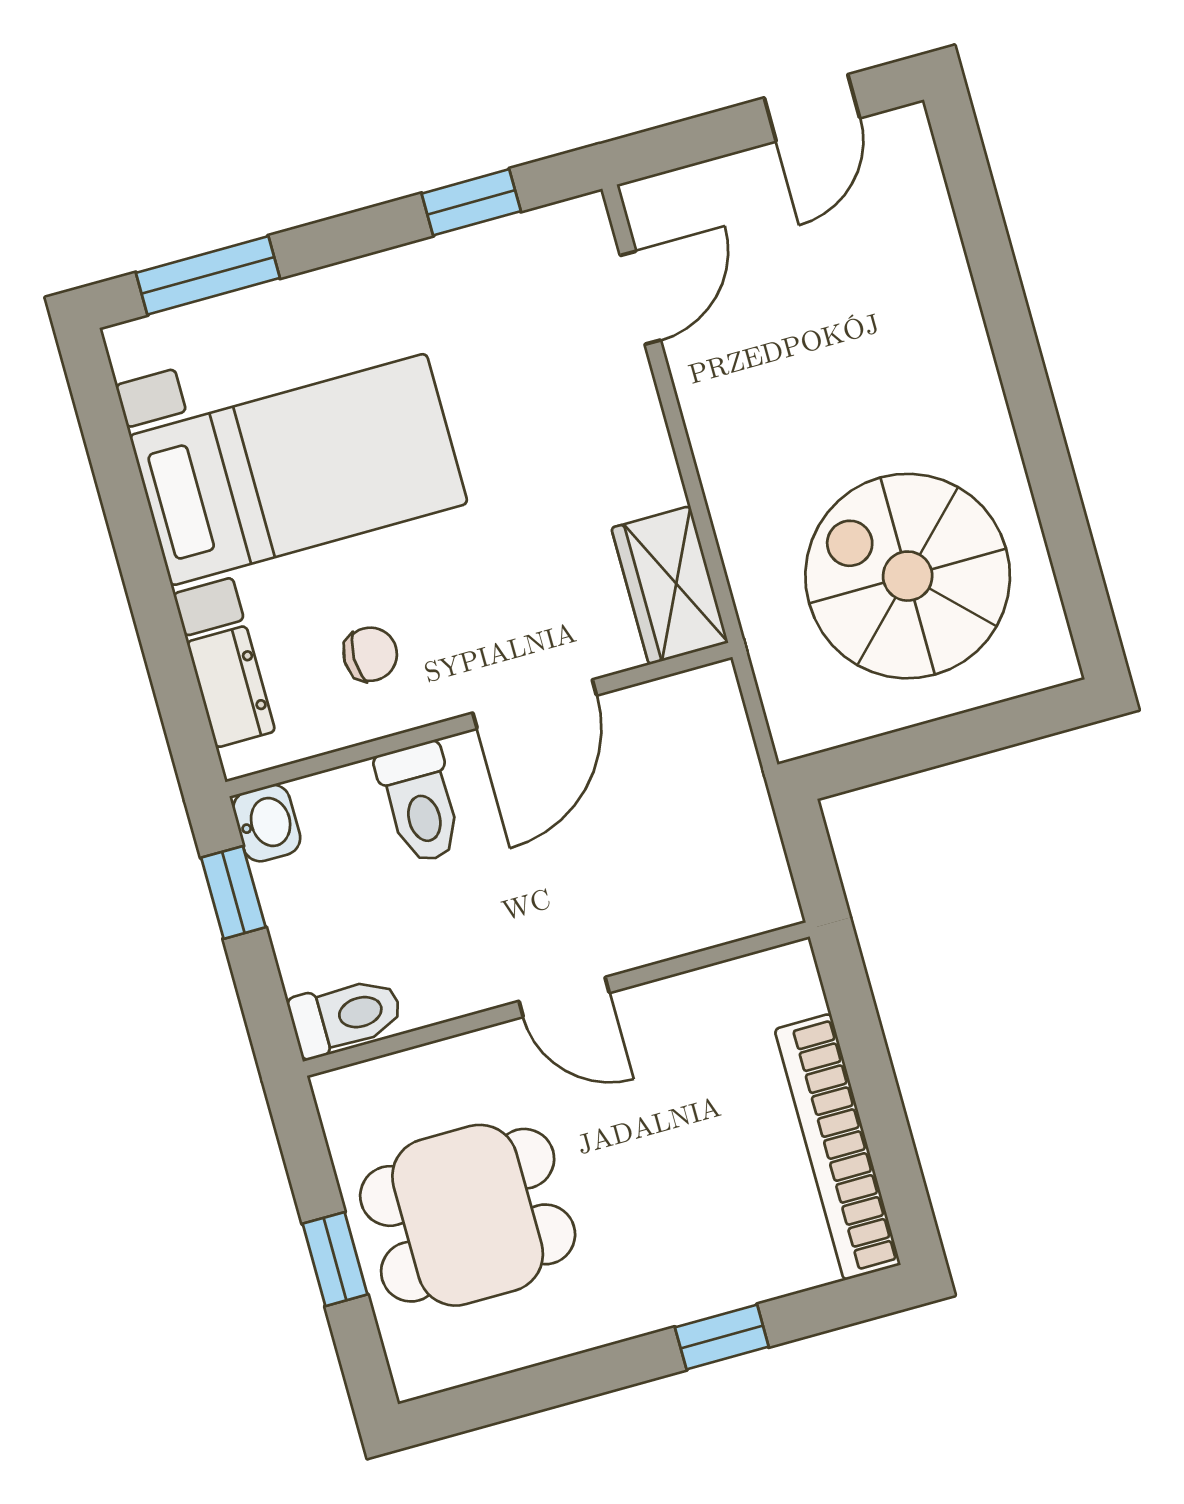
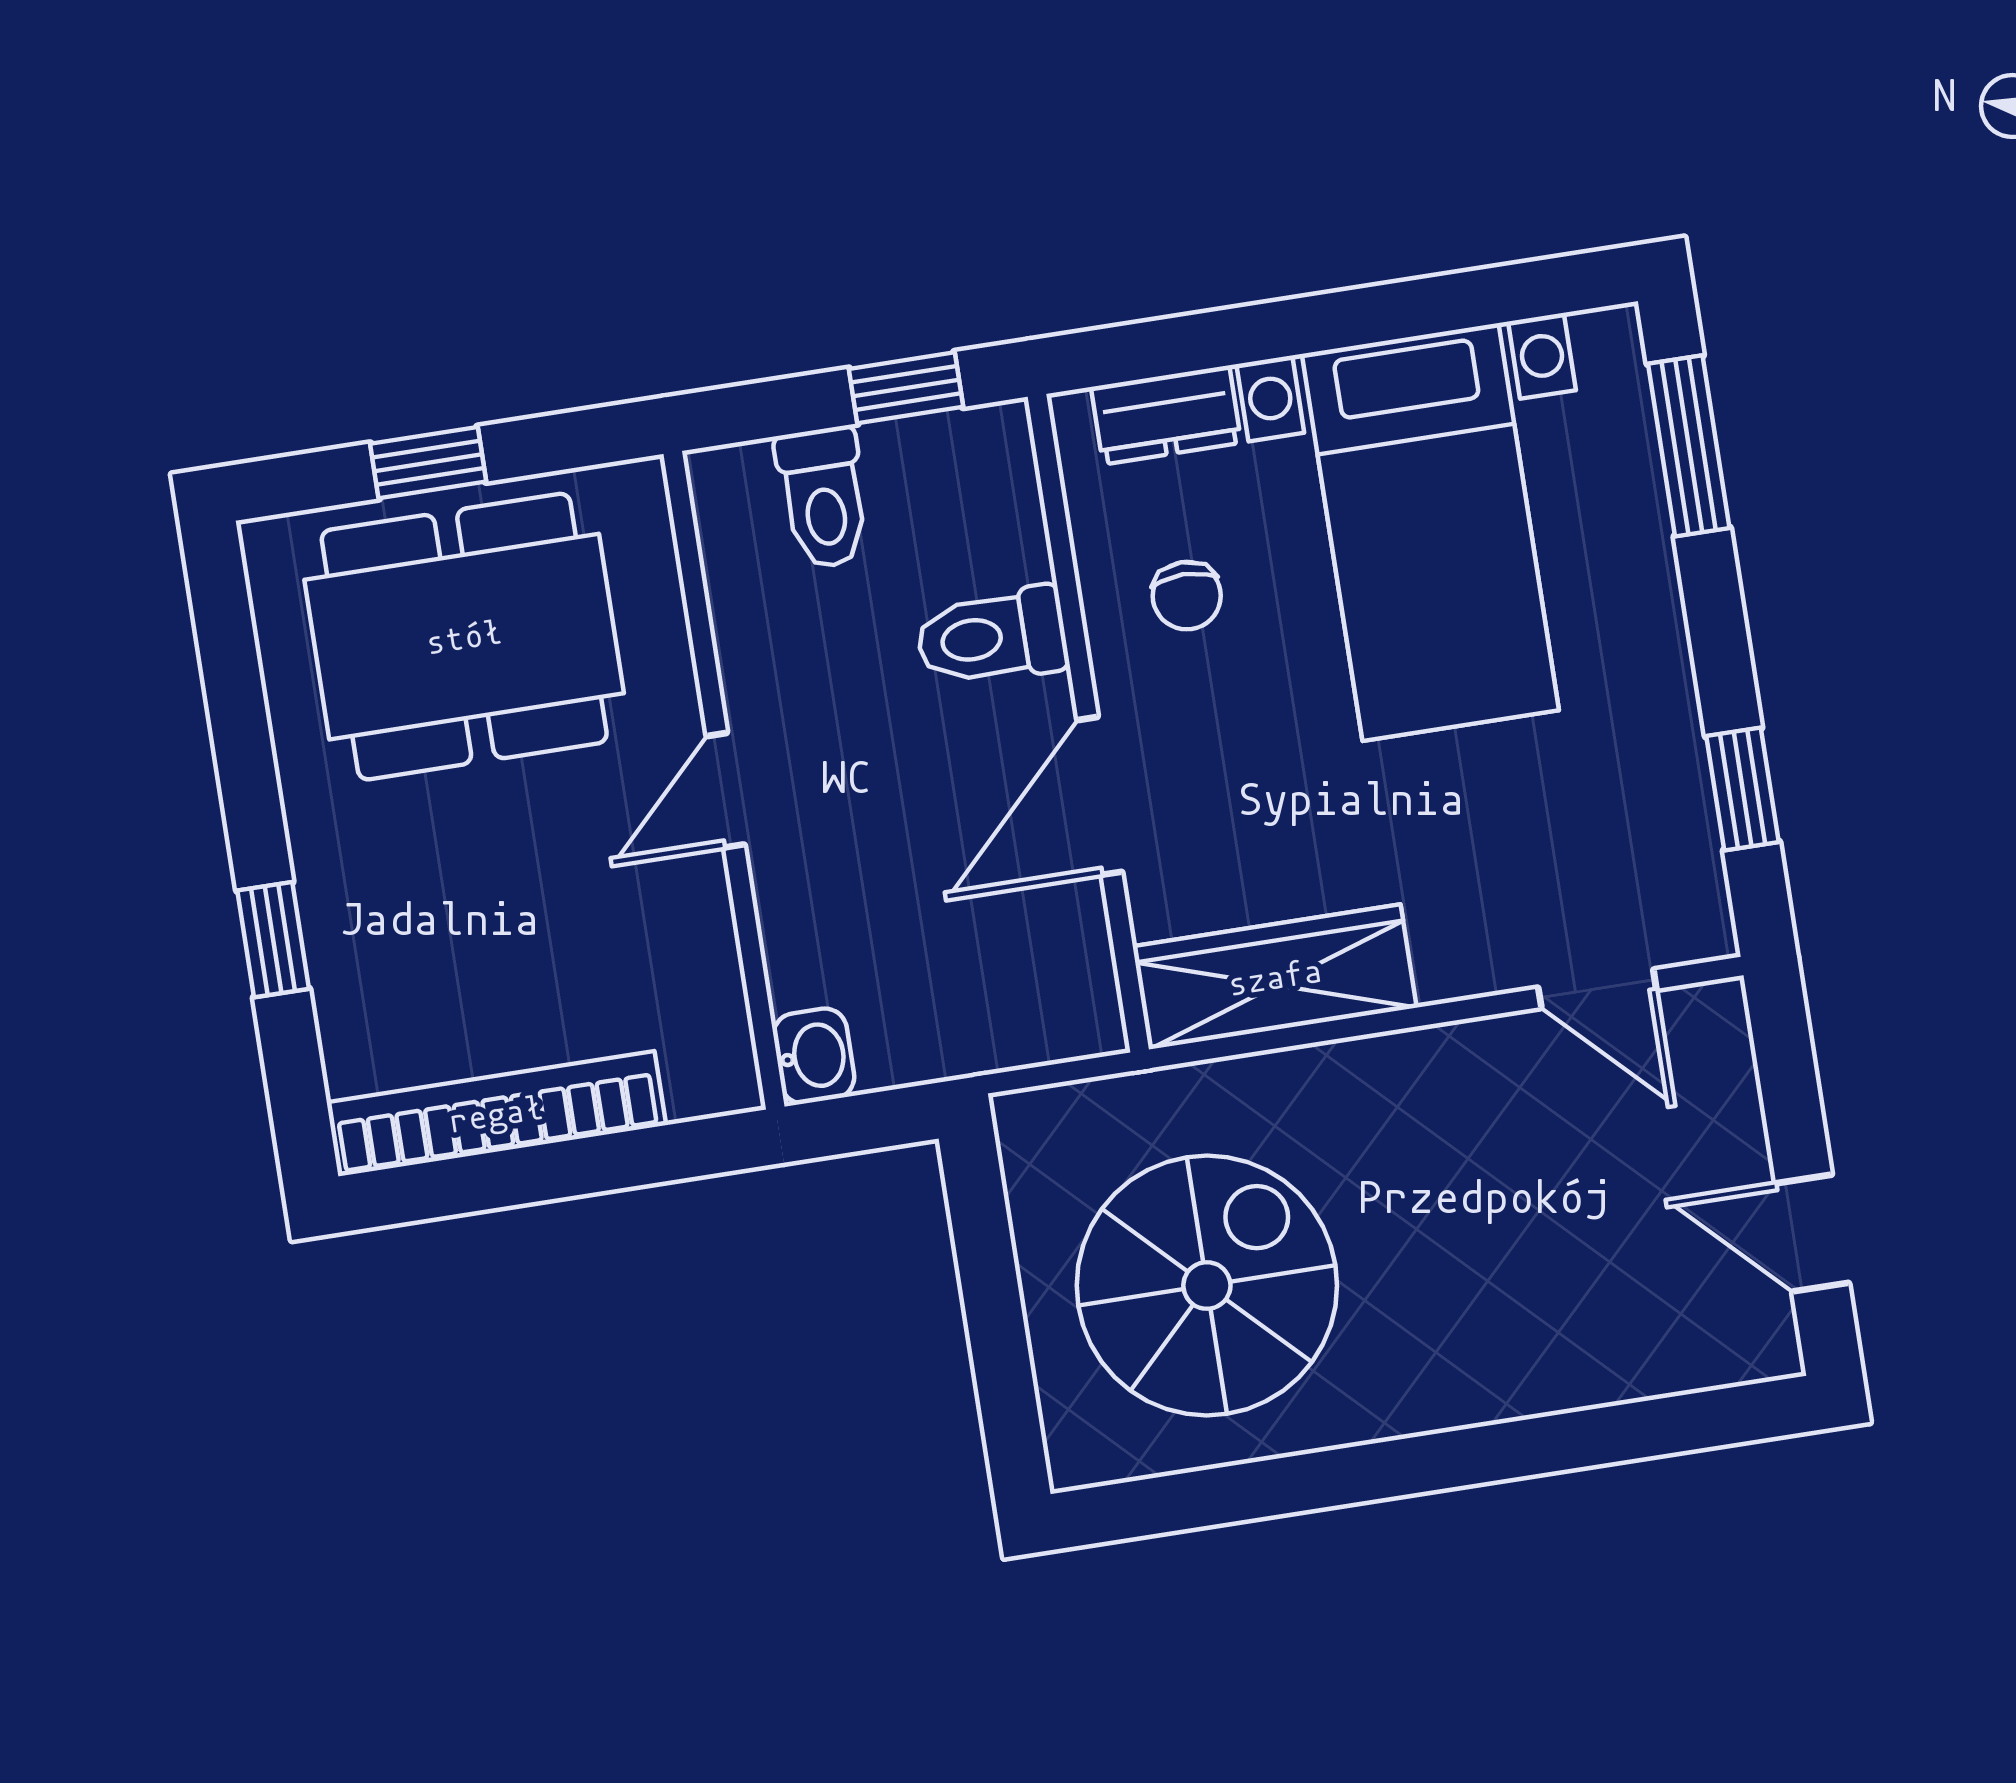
wardrobe: (670, 585) -> (1275, 977), width x1.50
door: (535, 704) -> (1100, 796), hinge flipped
washbasin: (267, 823) -> (814, 1056), moved, turned -90
toilet: (346, 1016) -> (823, 498), moved
dining table: (468, 1215) -> (464, 637), width x1.38

